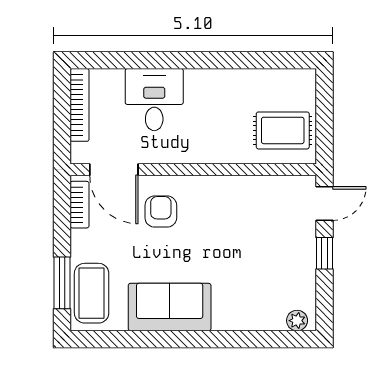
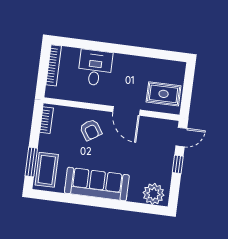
door: (114, 170) -> (126, 111), moved
armchair: (161, 212) -> (91, 130), turned 147
sofa: (170, 307) -> (97, 184), width x1.36
plant: (297, 321) -> (154, 194), width x1.88, depth x1.88

